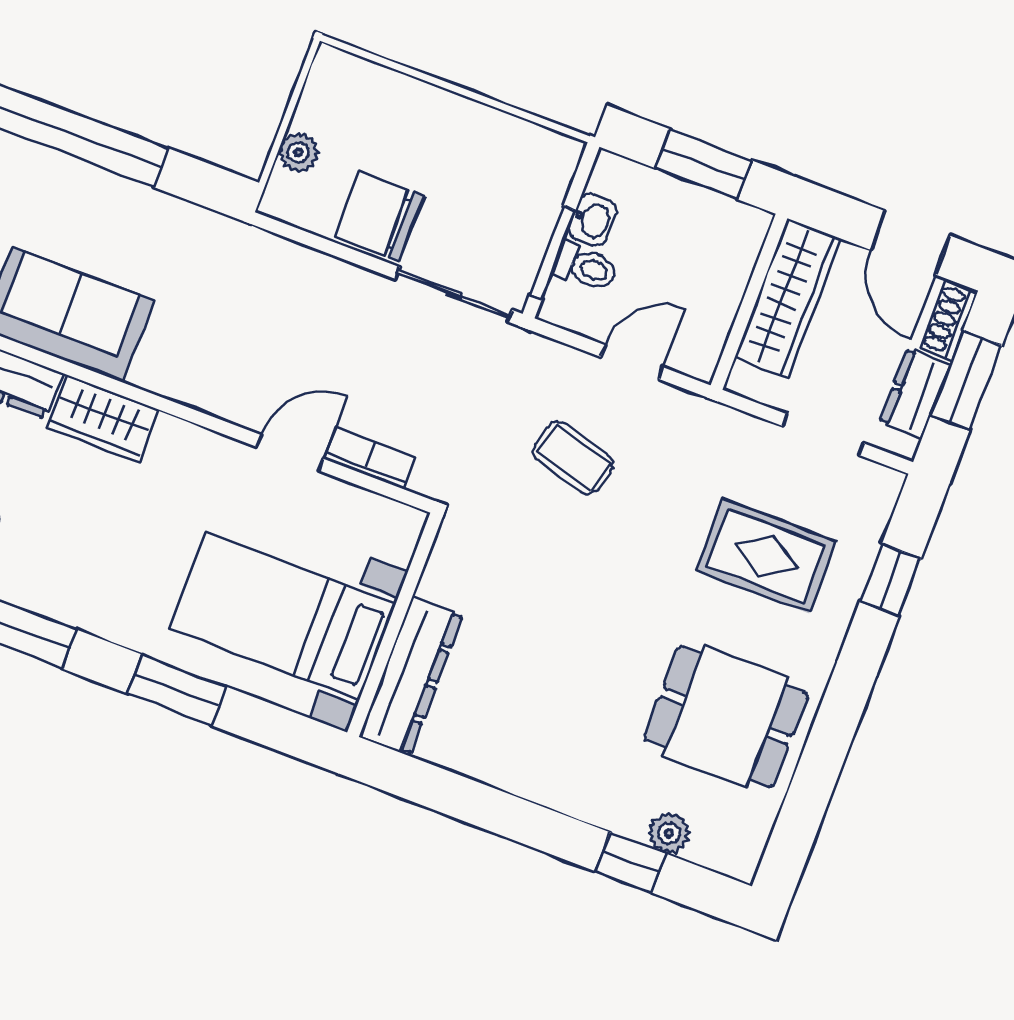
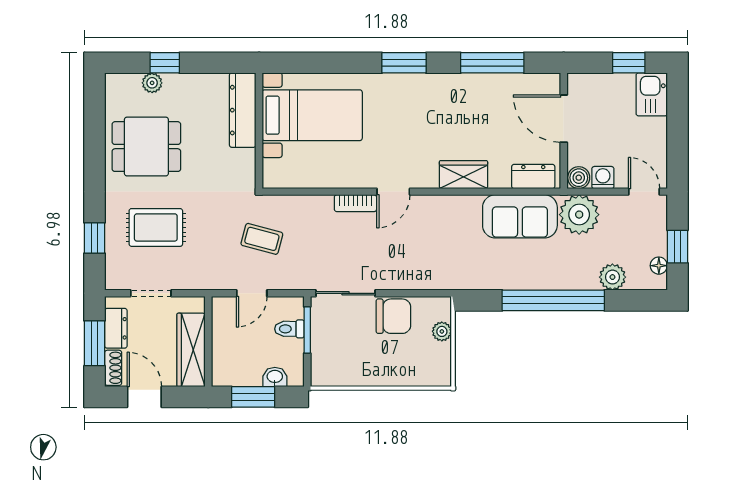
washbasin: (593, 220) -> (275, 377), moved, turned 90
wardrobe: (103, 419) -> (463, 175), moved
bed with nightstands: (283, 616) -> (312, 115), moved
wall: (395, 625) -> (259, 131), moved
dresser: (411, 676) -> (243, 110), moved

